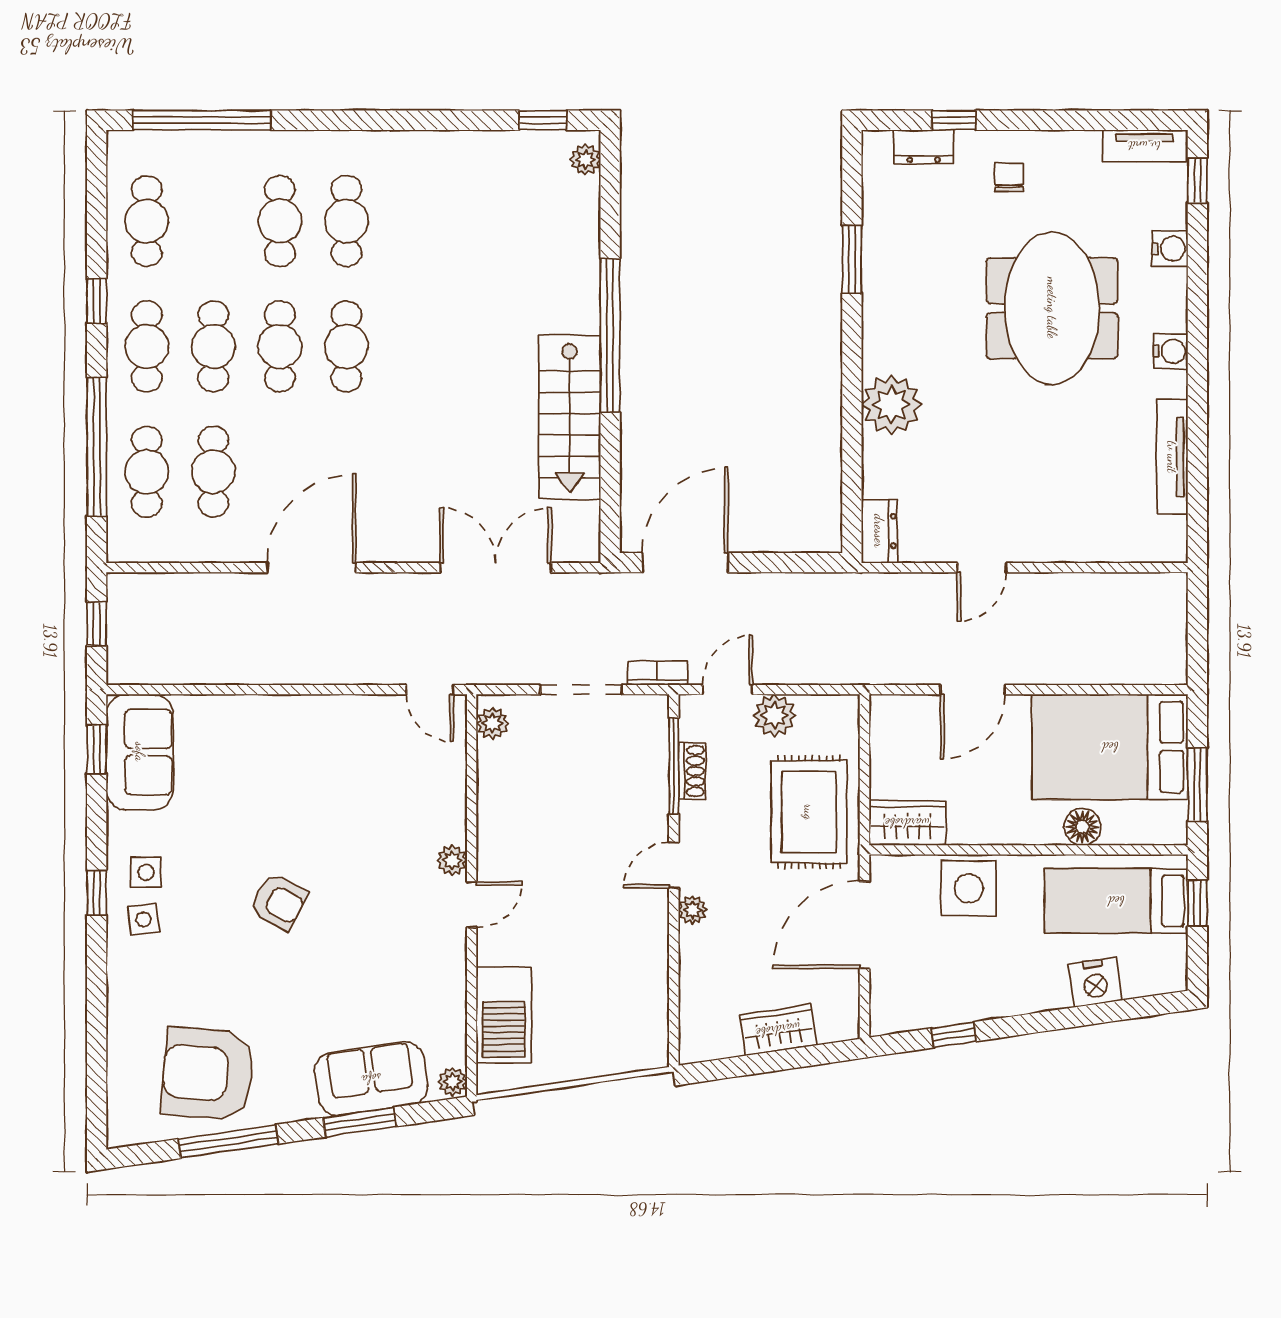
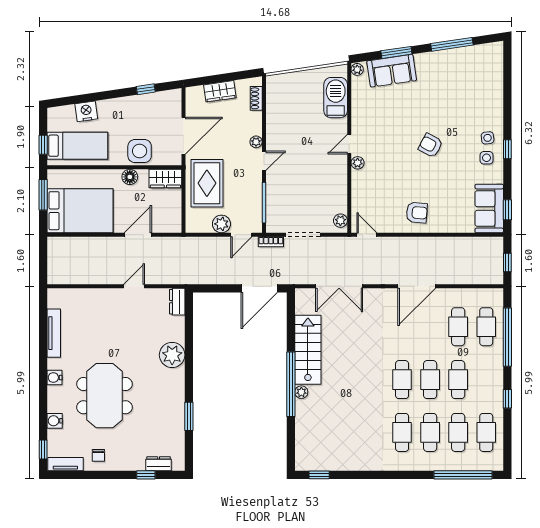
plant: (585, 159) -> (301, 392), moved
chair: (1009, 177) -> (98, 455), moved
cafe table: (147, 346) -> (458, 432), moved
shoe rack: (692, 771) -> (256, 98), moved
floor lamp: (1082, 827) -> (130, 177), moved
armchair: (208, 1074) -> (417, 213), moved, width x0.53, depth x0.53

